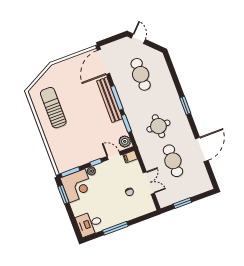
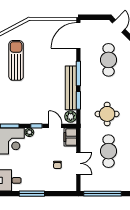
bench: (110, 100) -> (71, 88), moved
filing cabinet: (130, 157) -> (70, 137), width x2.00
window: (182, 203) -> (103, 194), width x2.11

